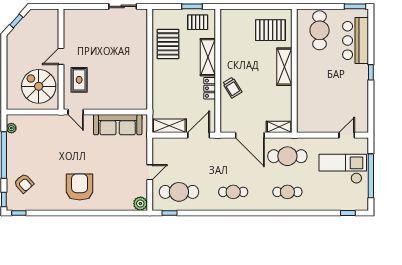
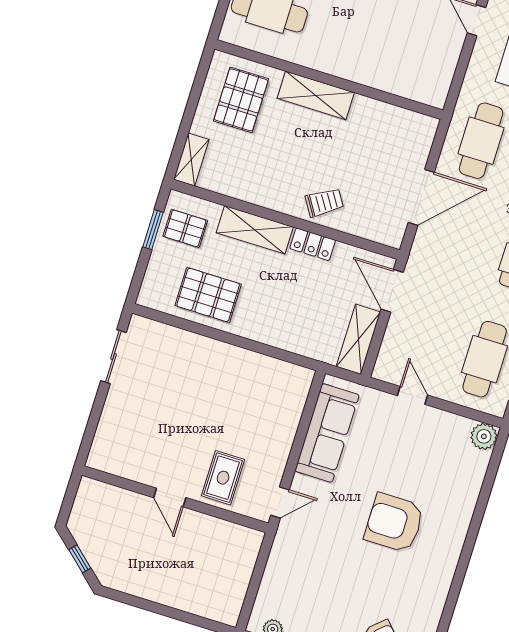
pallet: (198, 22) -> (185, 228), turned 90
rug: (79, 80) -> (223, 478), turned 90
spiral stairs: (39, 86) -> (212, 555), removed
shelving: (279, 127) -> (191, 160), moved
door: (150, 172) -> (413, 395), moved
armchair: (80, 187) -> (394, 523), moved

